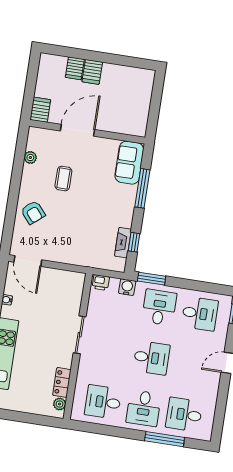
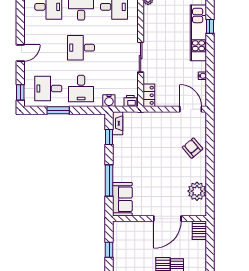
window: (155, 103) -> (109, 250), added
plant: (30, 157) -> (197, 191), width x1.88, depth x1.88
coffee table: (63, 178) -> (173, 179), removed
fireplace: (123, 243) -> (118, 123), moved
window: (152, 279) -> (58, 110), moved
locker: (62, 382) -> (149, 95), moved

